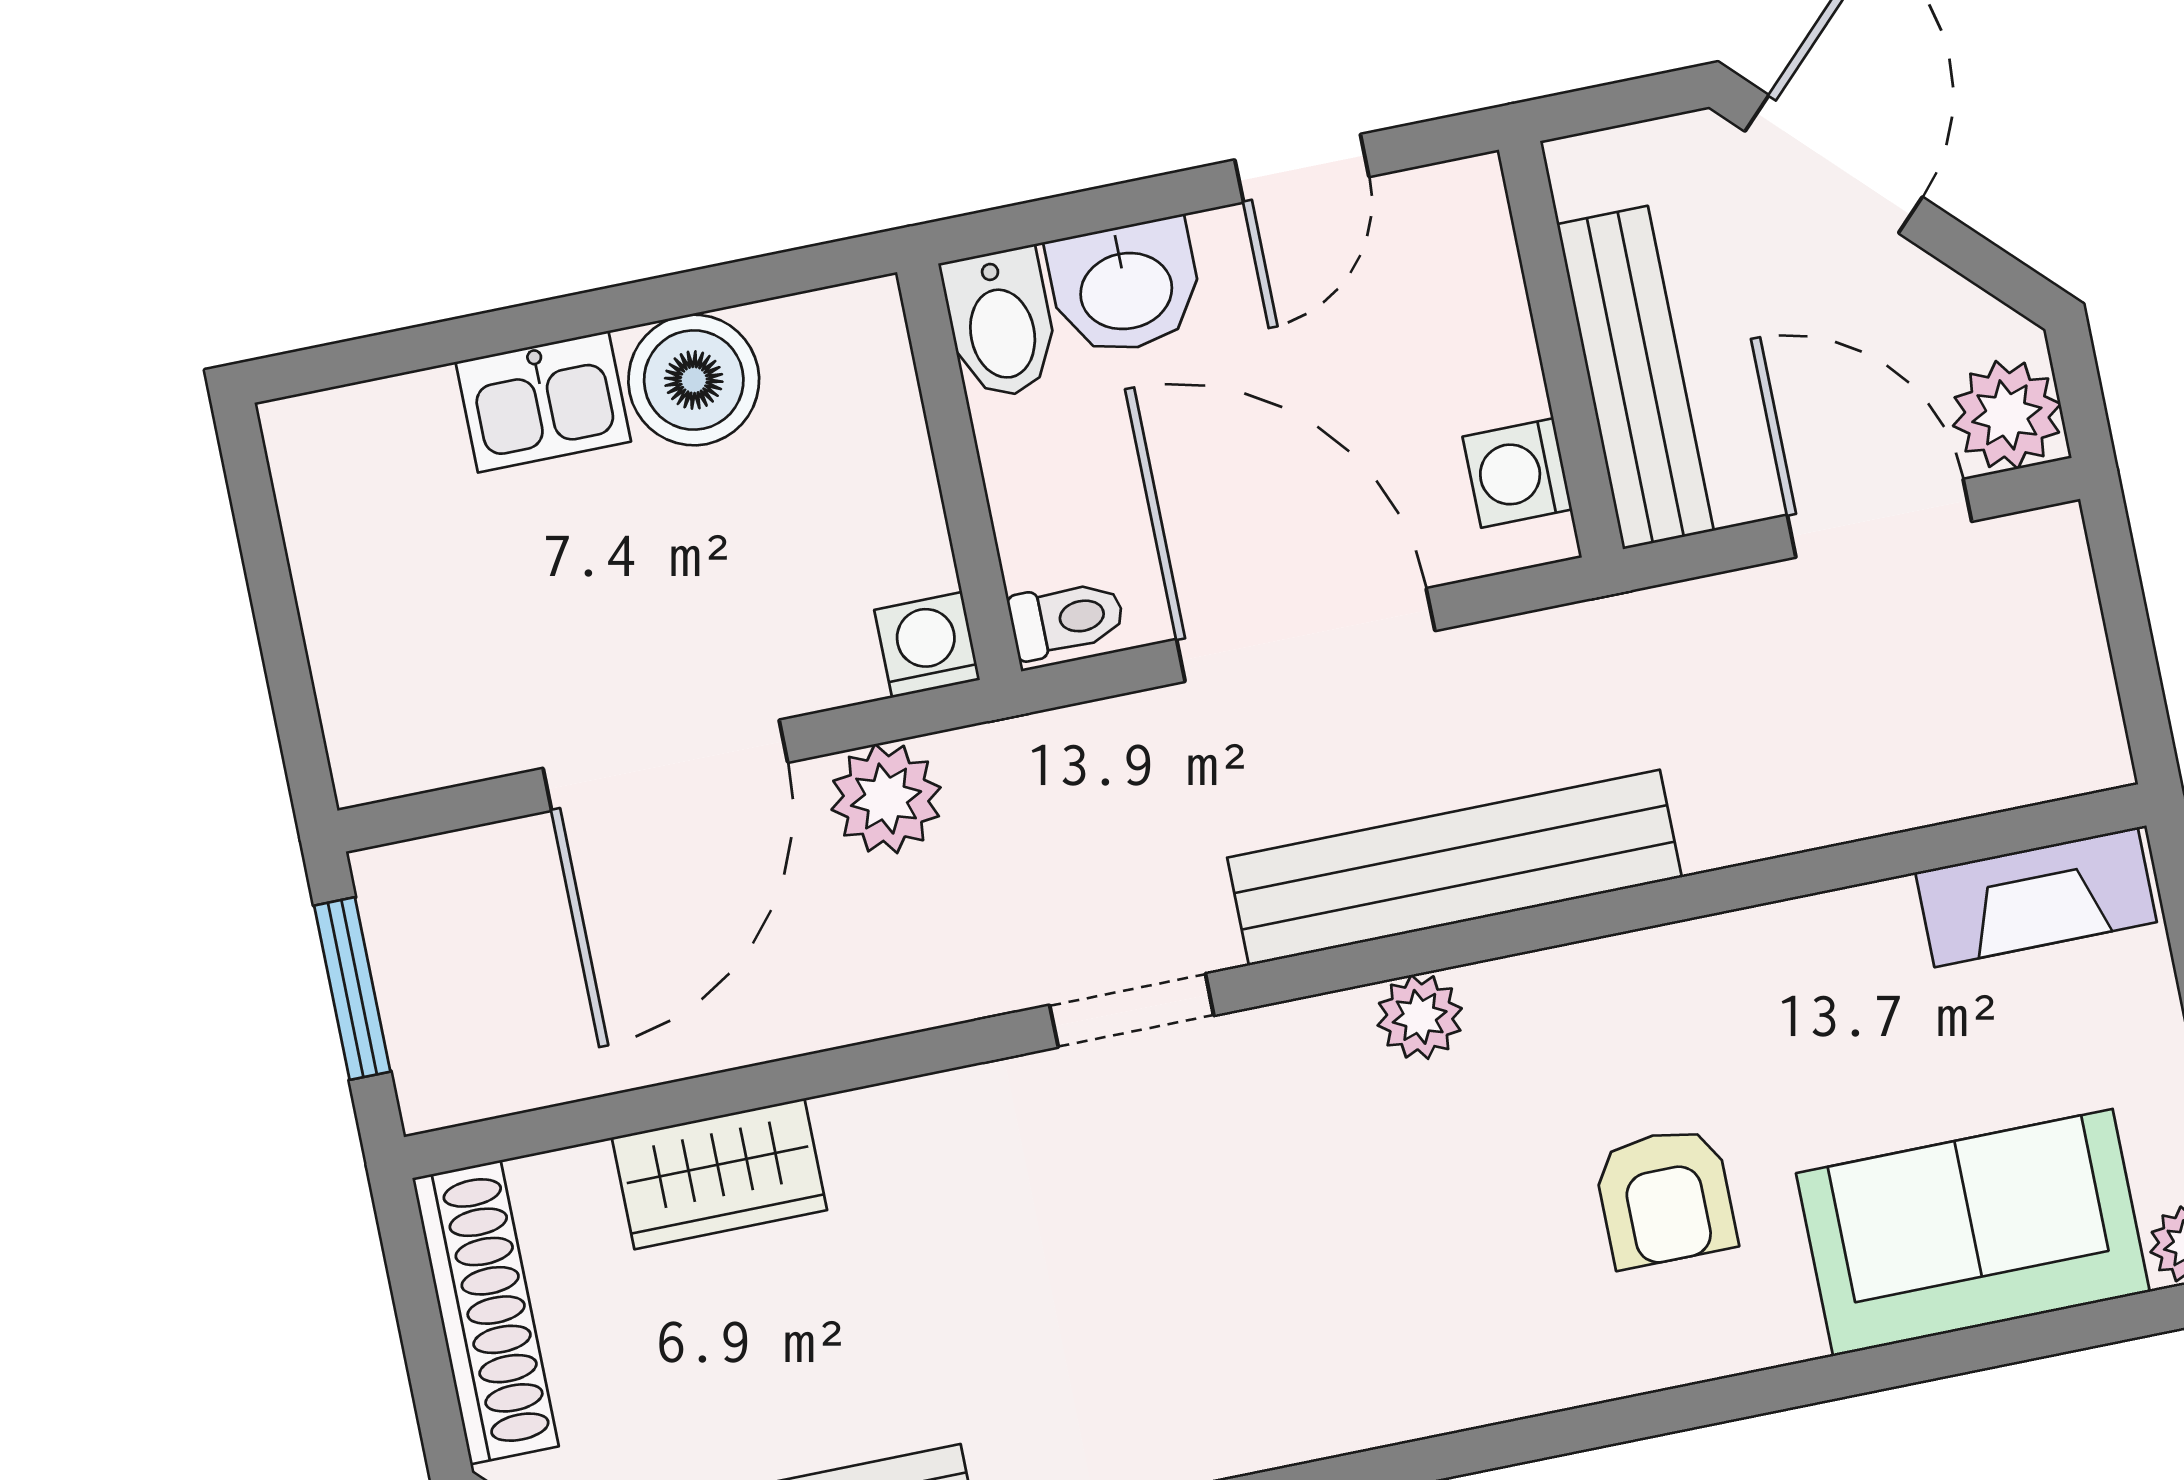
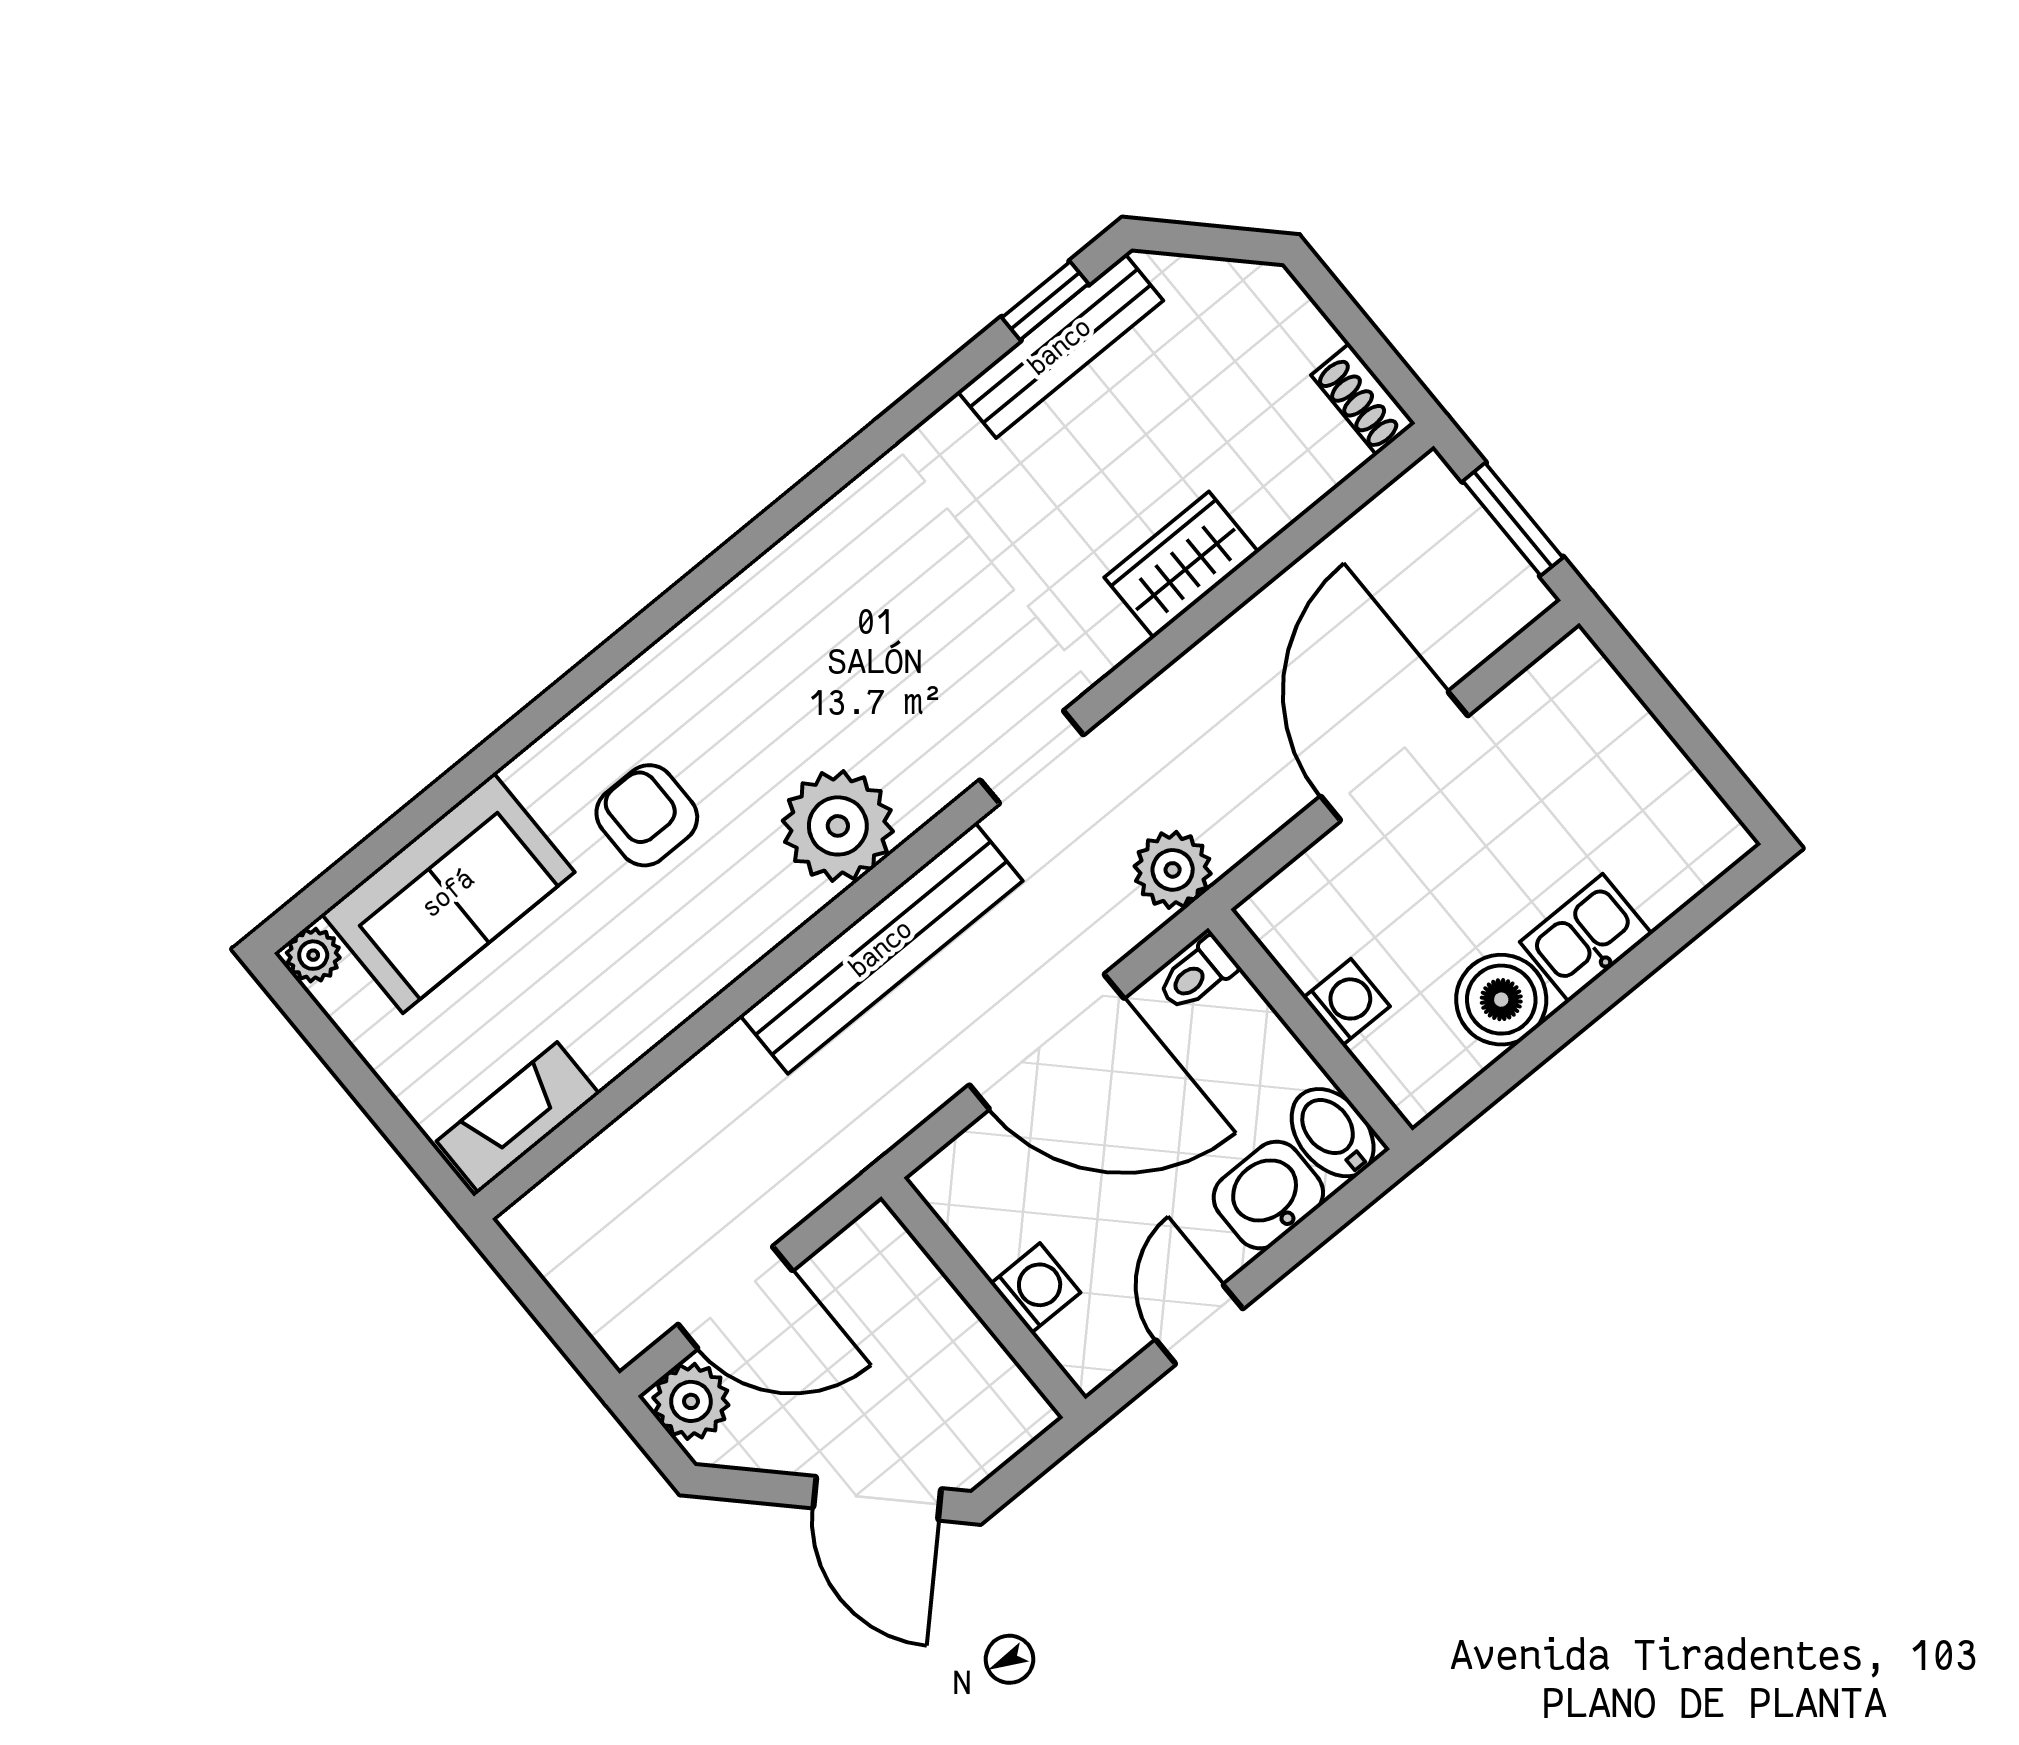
bench: (1635, 377) -> (929, 1305), removed
washing machine: (1517, 473) -> (1036, 1288), moved
washing machine: (927, 645) -> (1347, 1002), moved, turned -90
plant: (886, 799) -> (1173, 870), moved
plant: (1420, 1017) -> (838, 826), width x1.88, depth x1.88
wardrobe: (719, 1174) -> (1181, 565), moved
shoe rack: (485, 1312) -> (1363, 399), width x0.51, depth x0.81

